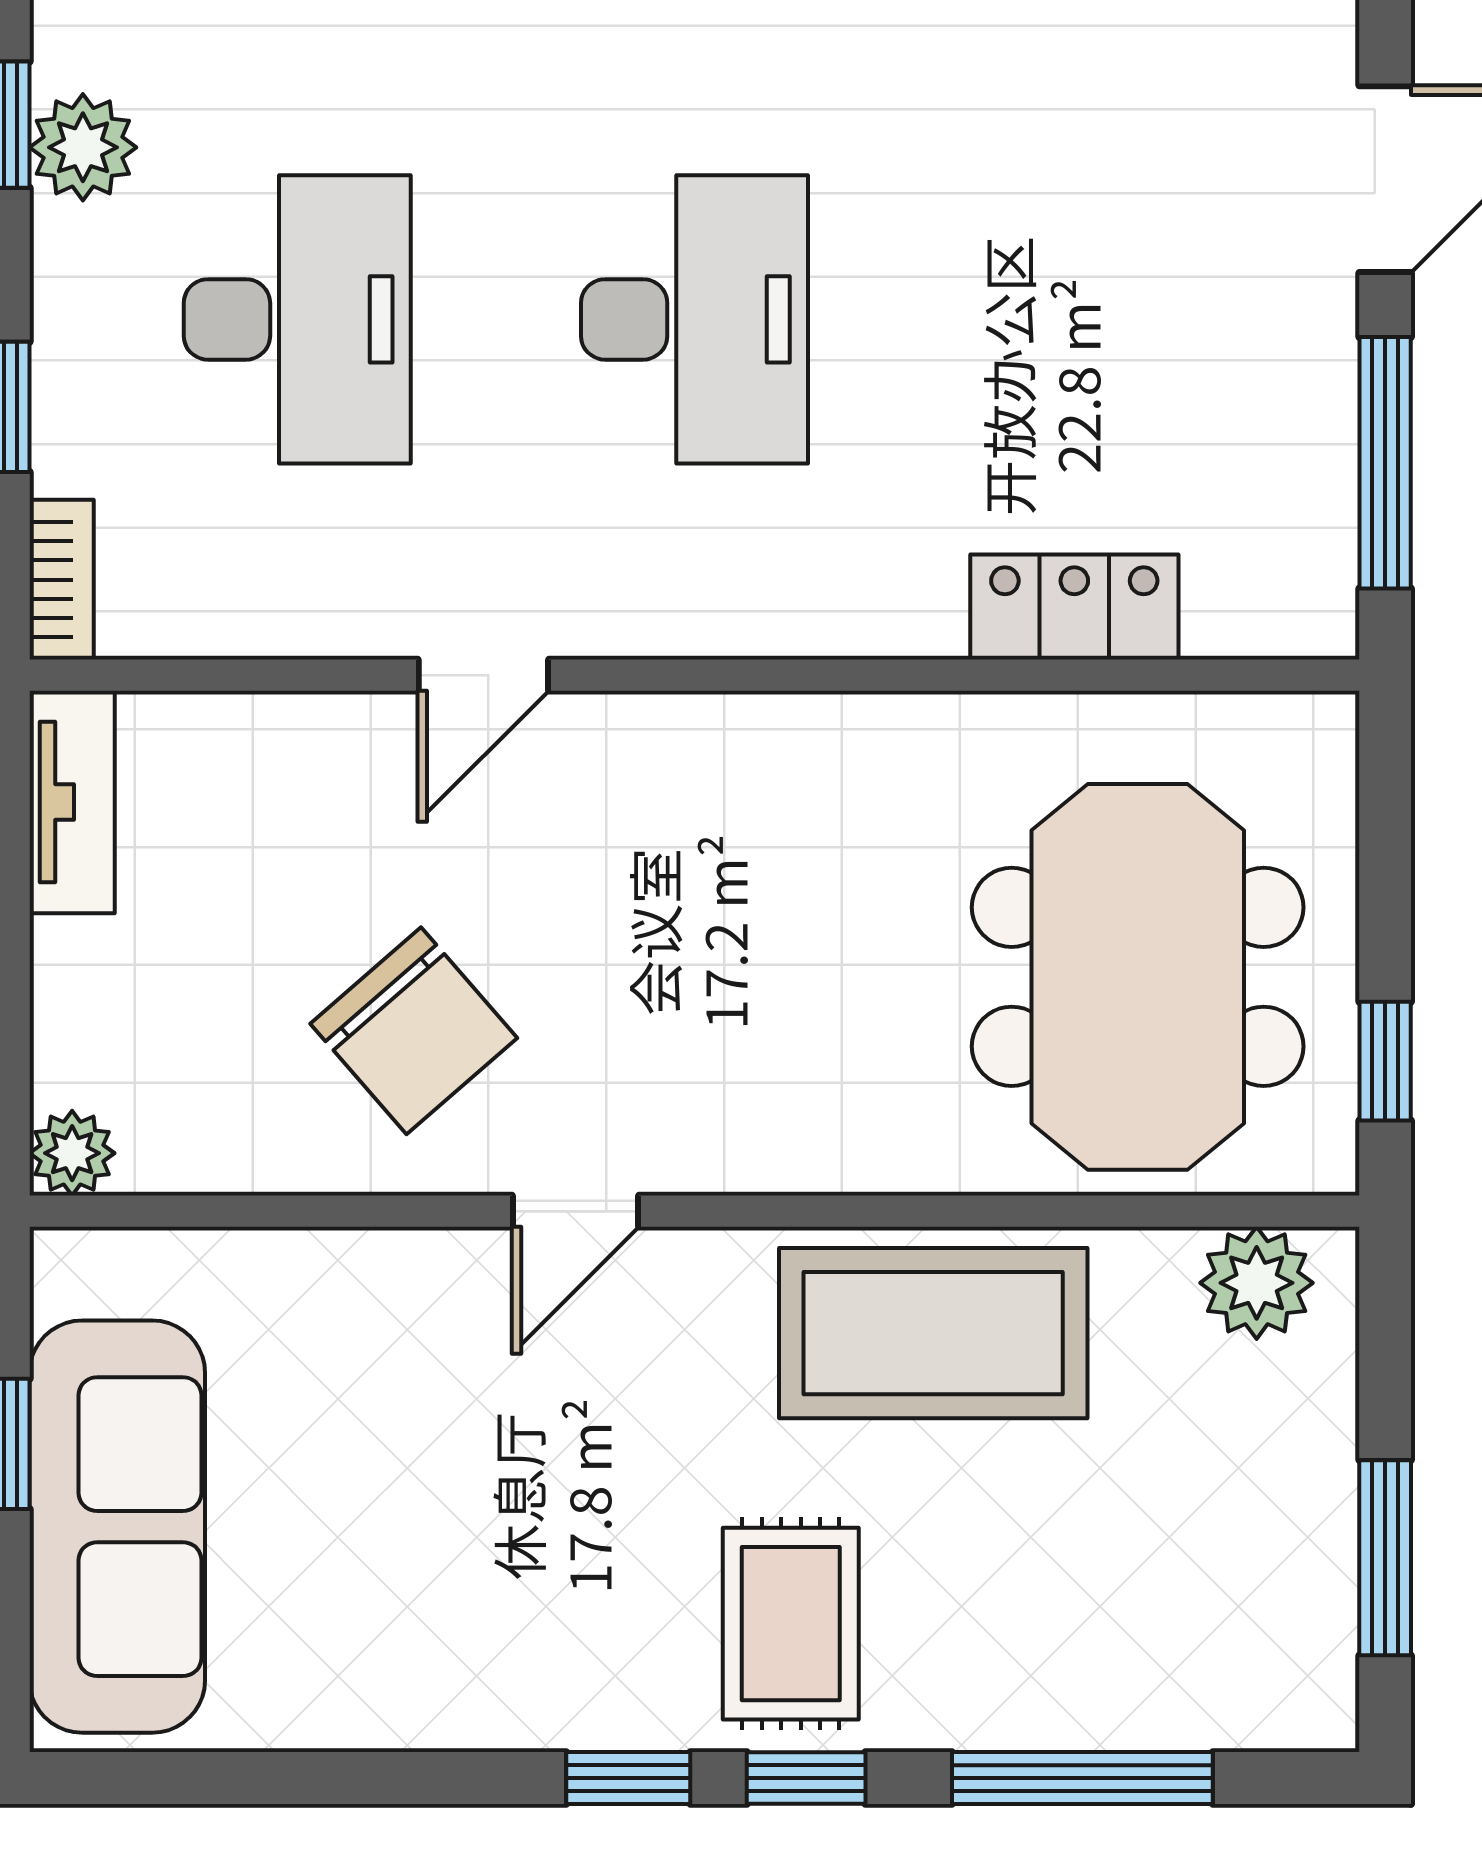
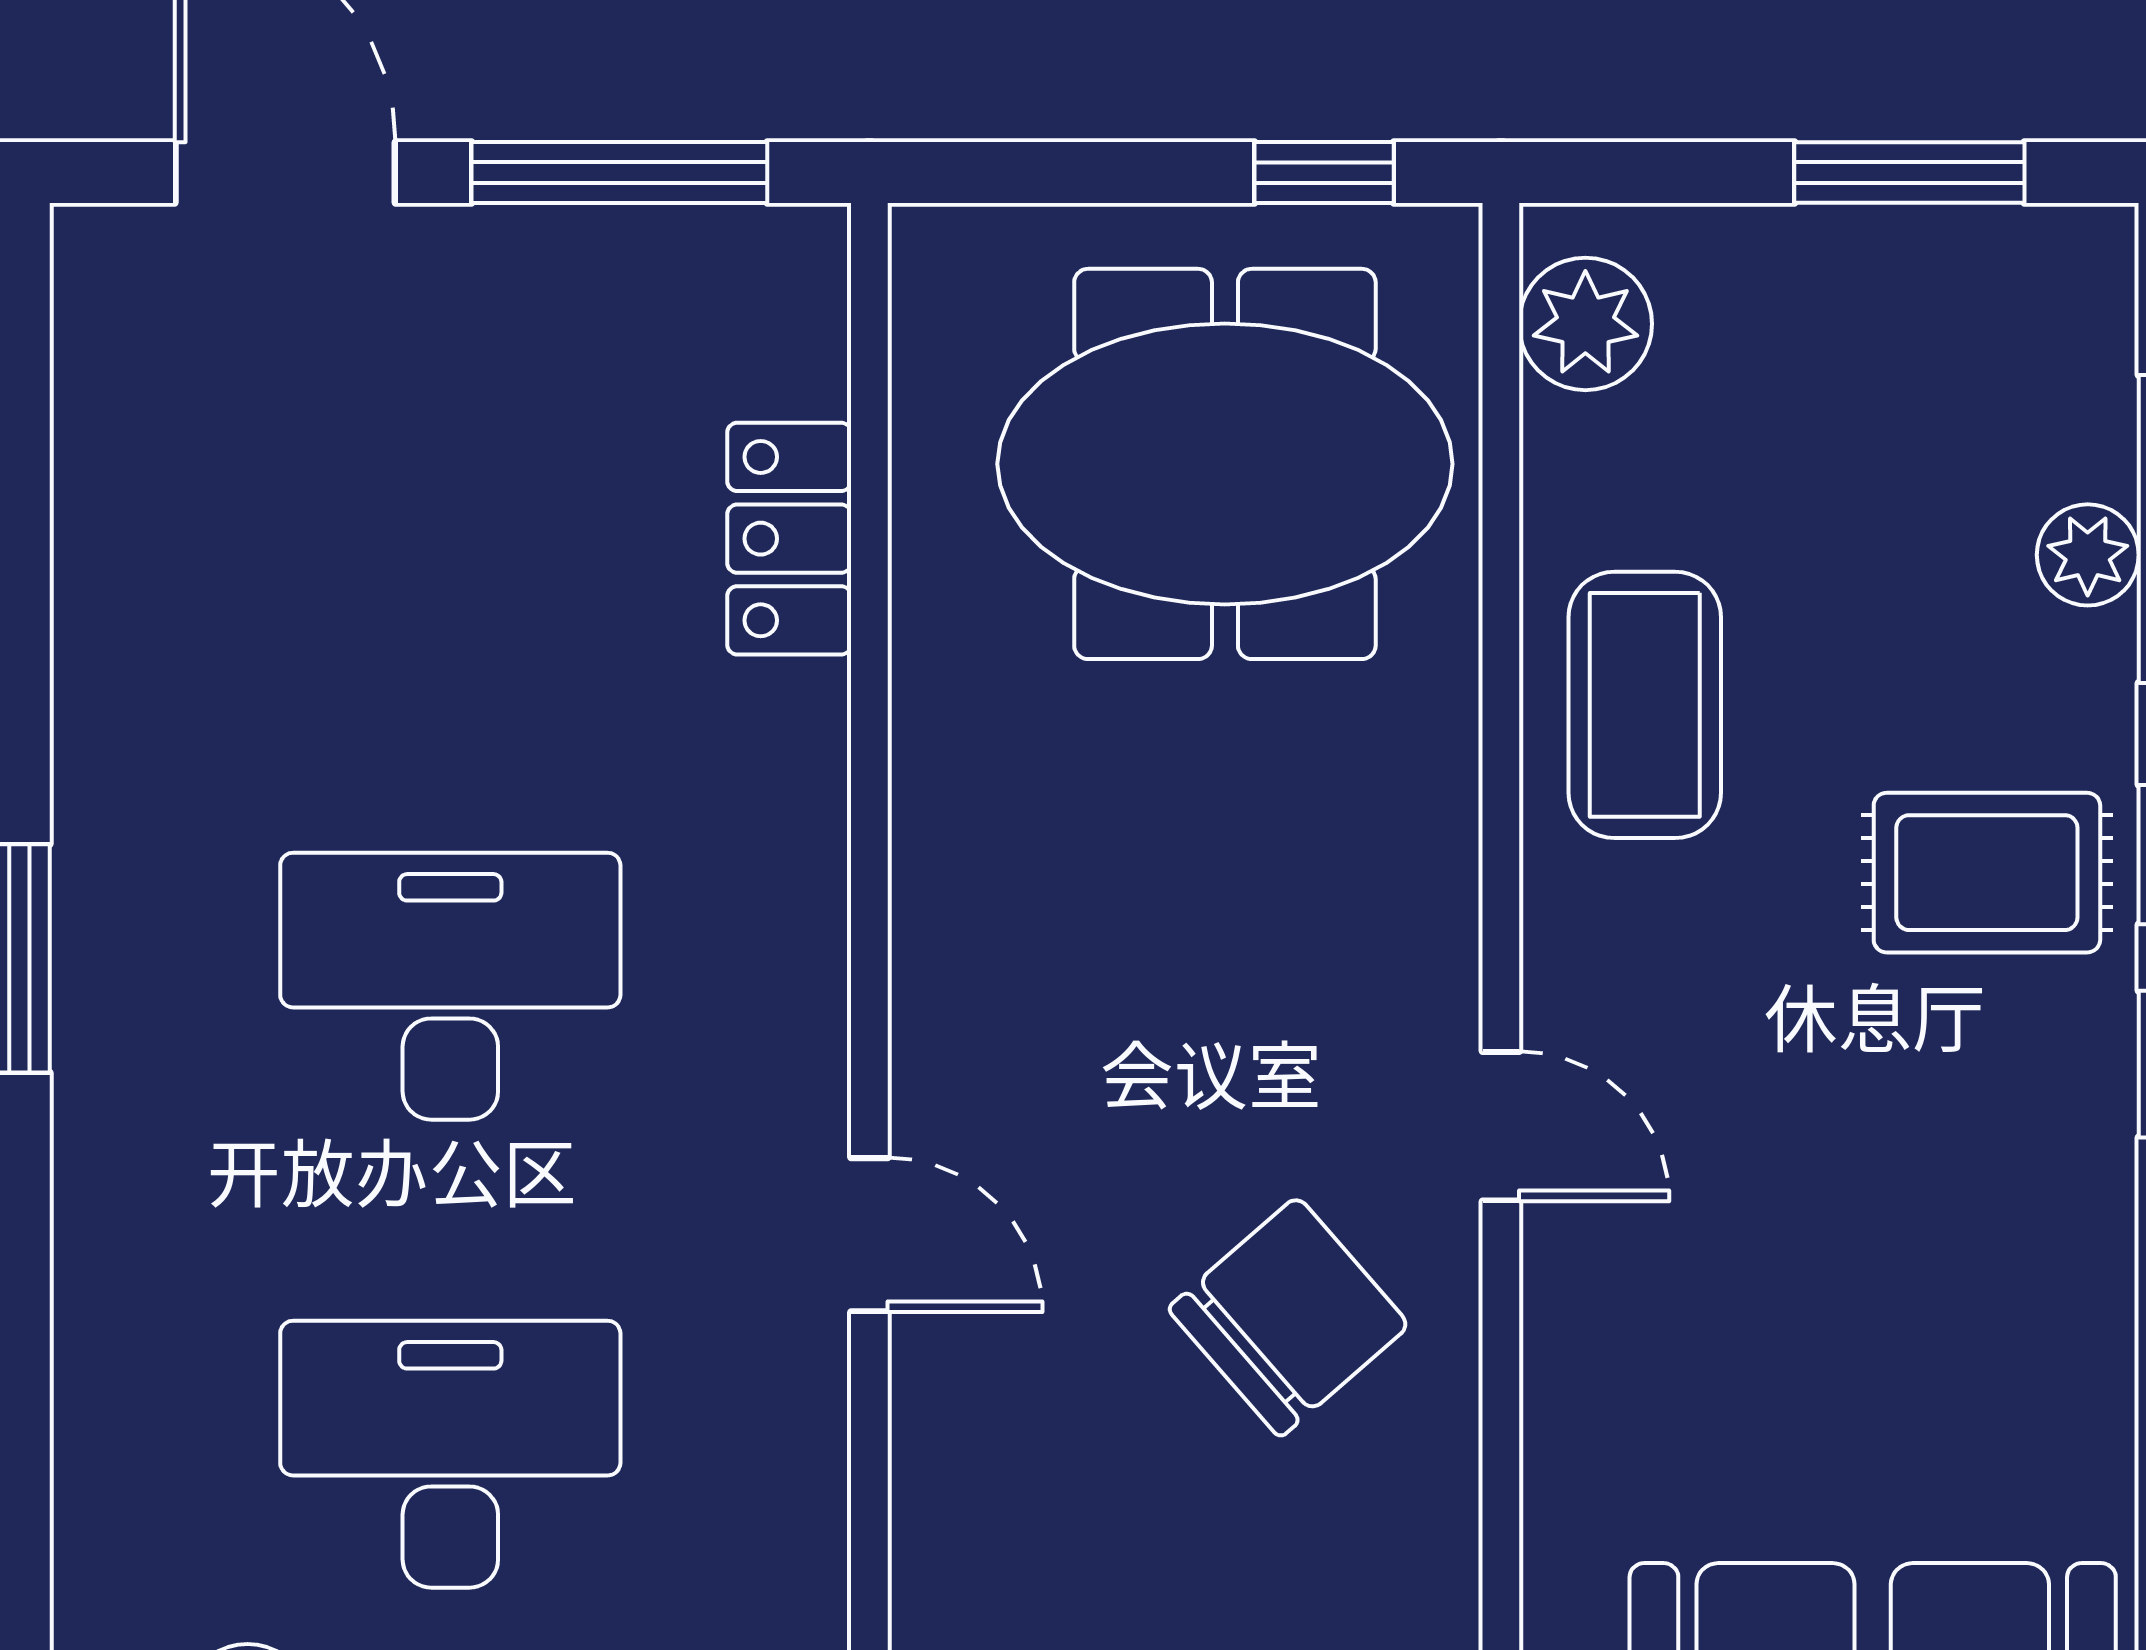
coffee table: (933, 1333) -> (1645, 705), width x0.73, depth x0.76
plant: (1060, 1709) -> (2088, 555), added

